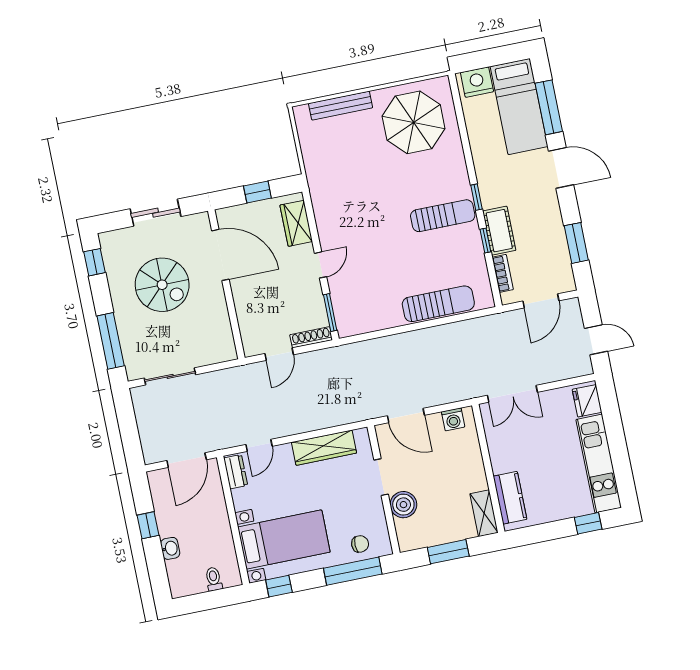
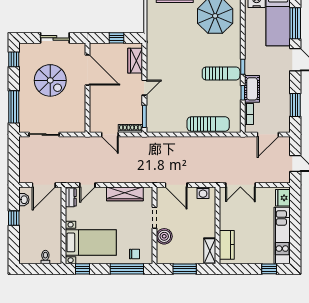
door: (279, 354) -> (110, 134), hinge flipped
washbasin: (170, 548) -> (24, 200), moved

